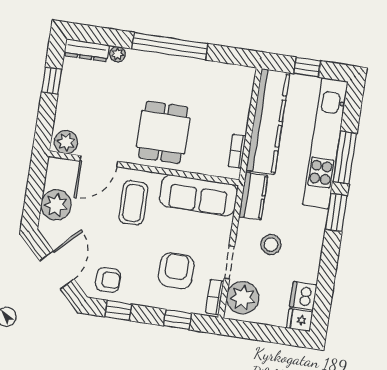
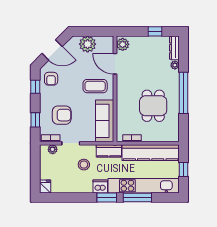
dining table: (163, 132) -> (153, 106), moved, turned 90
dishwasher: (303, 296) -> (100, 186), moved
plant: (243, 298) -> (53, 149), width x0.53, depth x0.53

